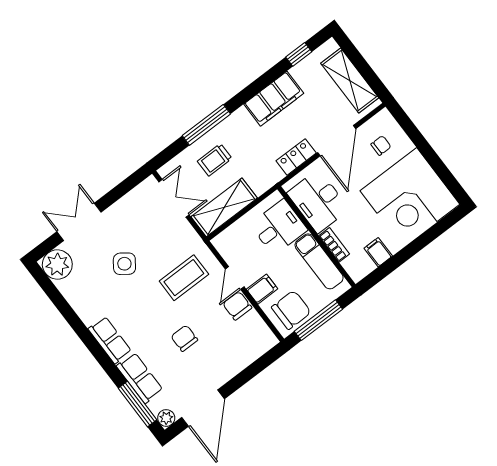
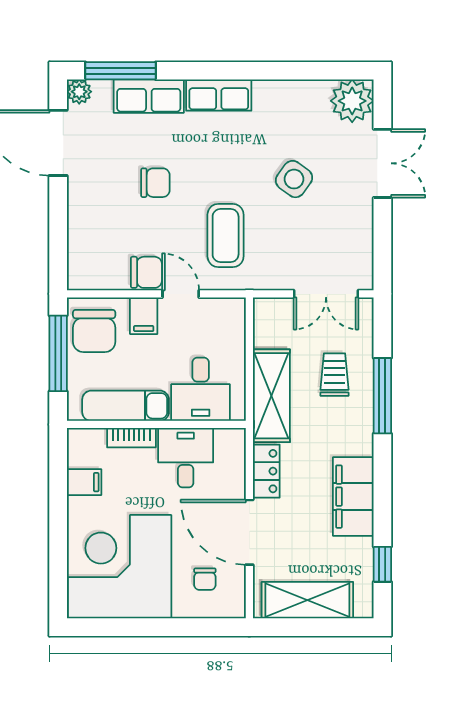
desk: (318, 201) -> (186, 458), width x0.73
shelving: (224, 207) -> (271, 396), moved

